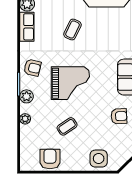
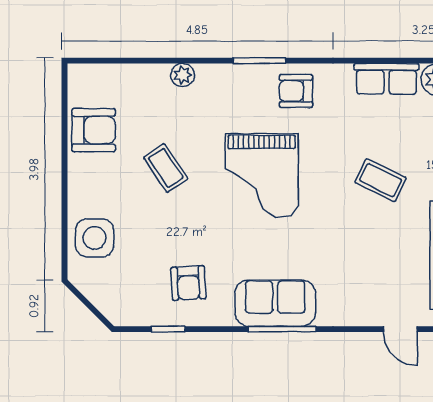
armchair: (32, 68) -> (296, 91), turned 77
plant: (27, 96) -> (232, 78), removed

